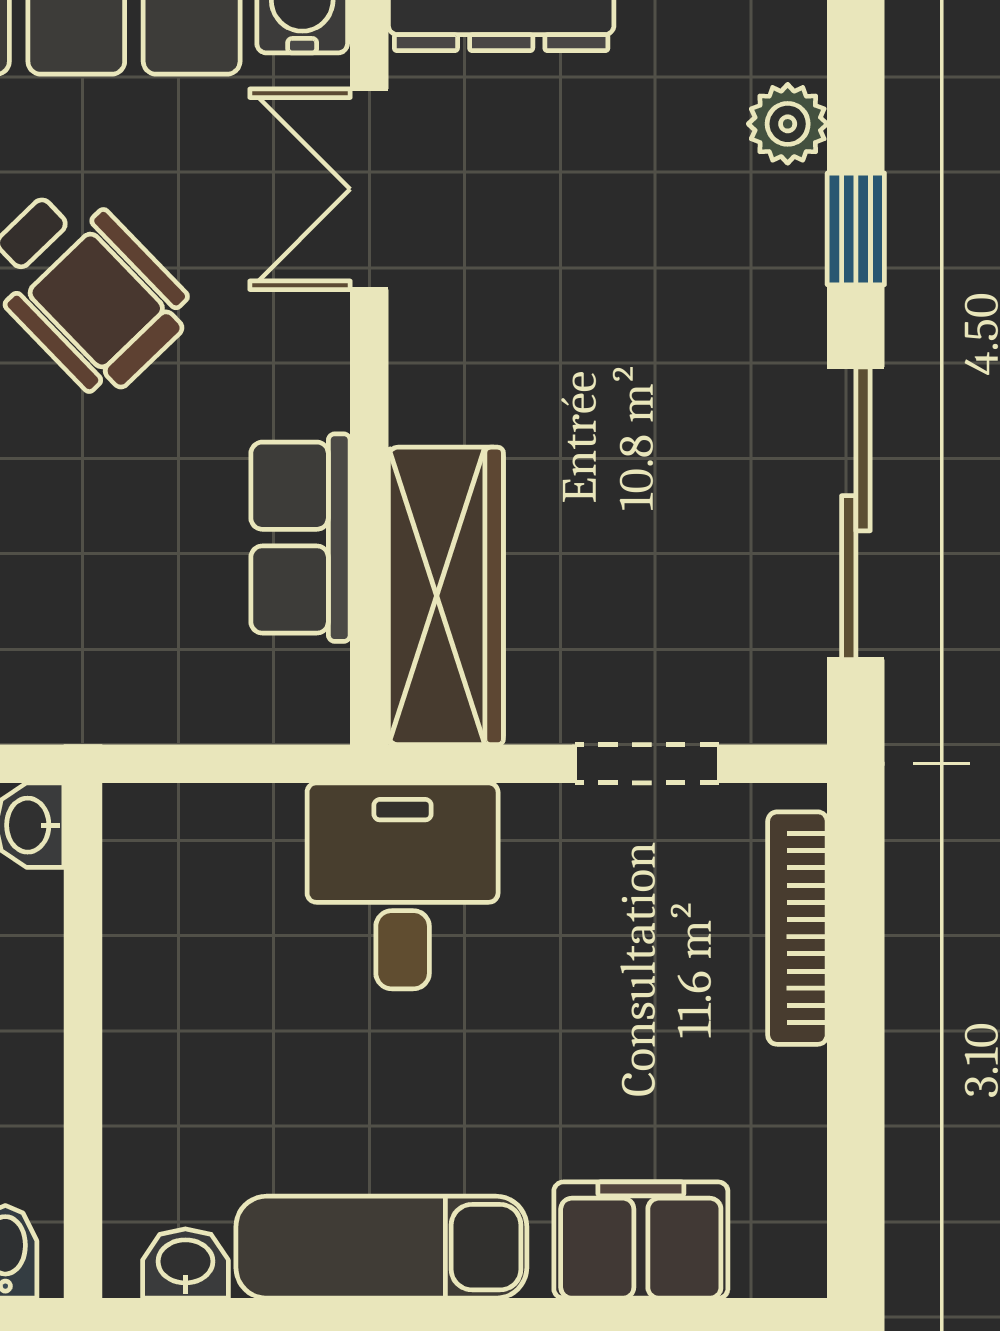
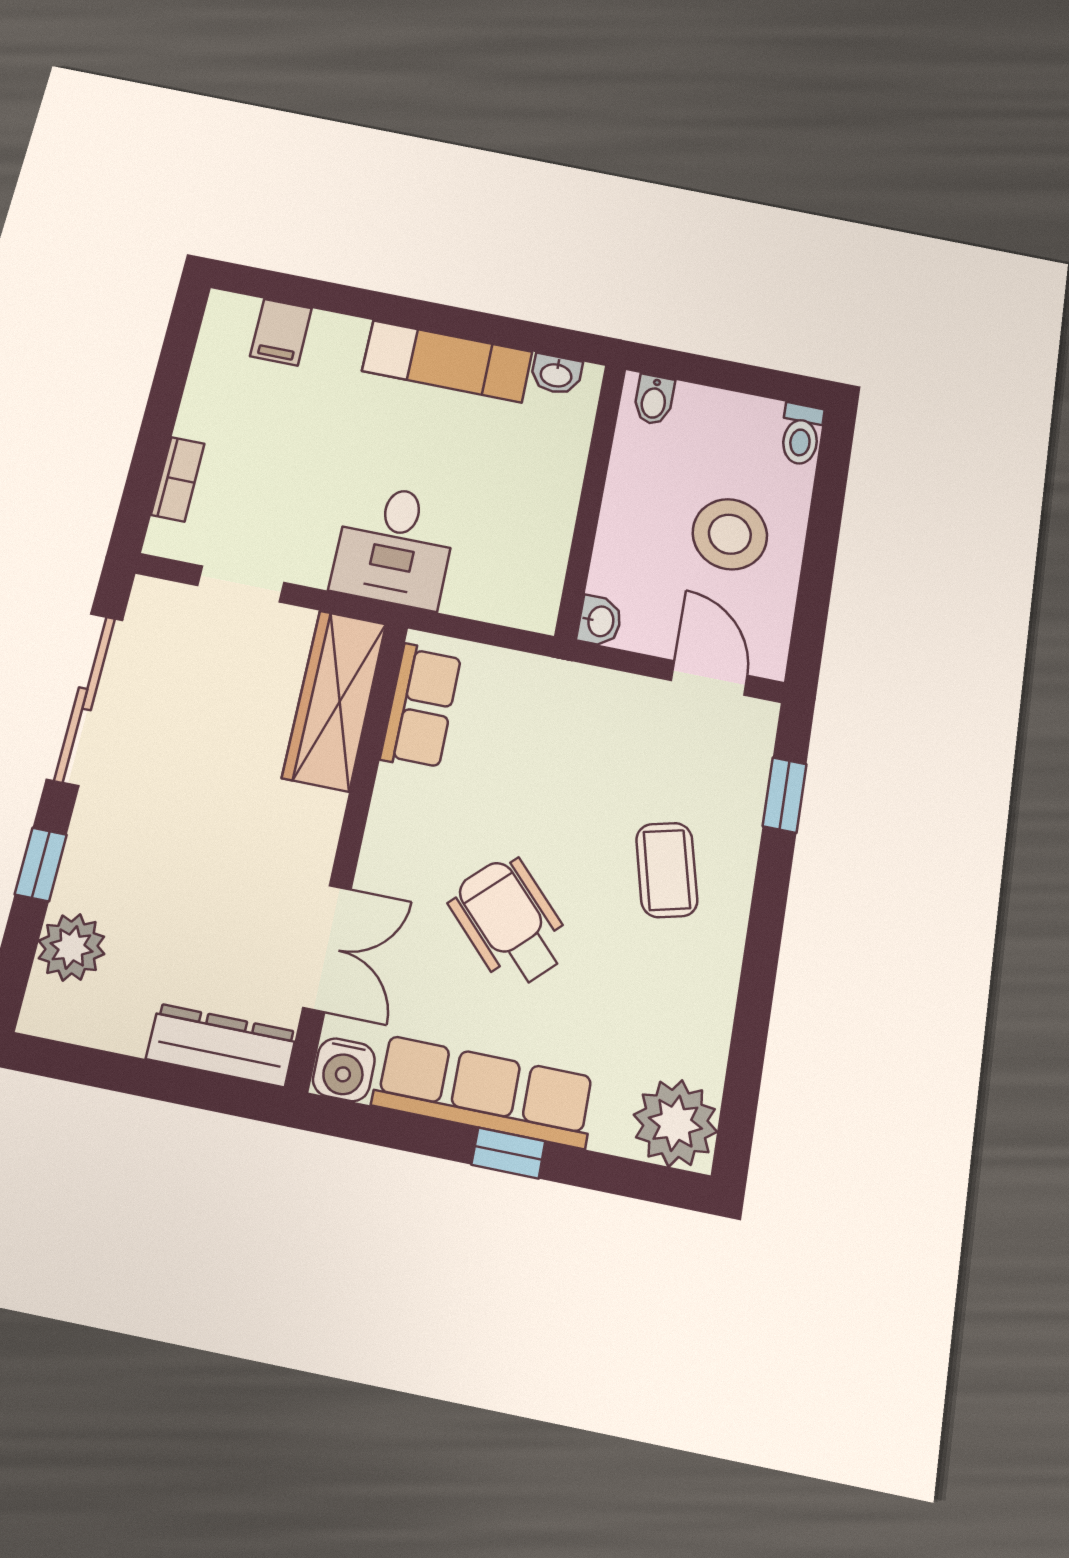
plant: (788, 124) -> (71, 947), width x1.38, depth x1.38
row of seats: (300, 538) -> (421, 707), moved
bookcase: (797, 928) -> (178, 479), width x0.64
filing cabinet: (641, 1240) -> (281, 332), width x0.50

